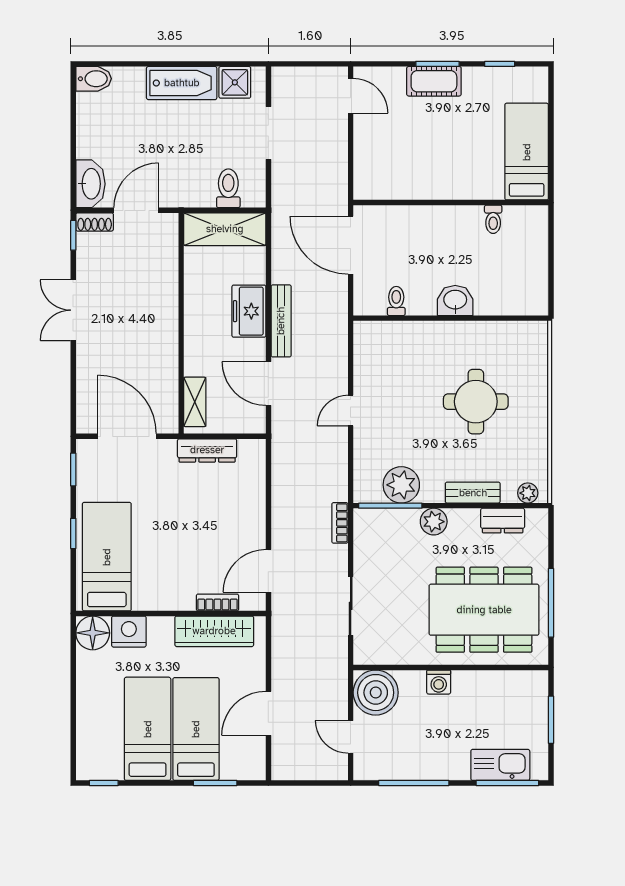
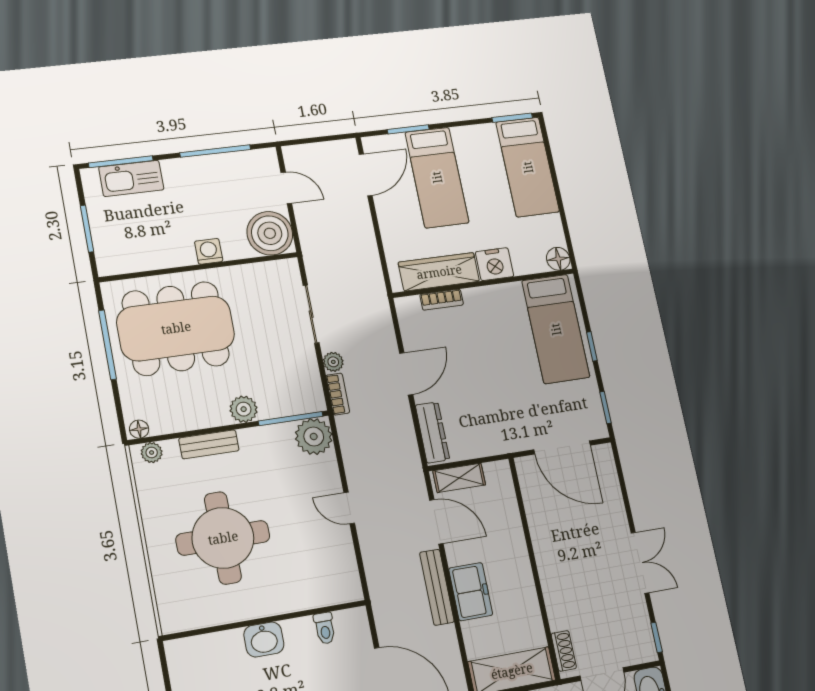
shoe rack: (95, 222) -> (564, 651), moved, turned 90
shelving: (195, 402) -> (459, 478), moved, turned 90
round table: (476, 402) -> (223, 538), width x1.36, depth x1.36
door: (351, 411) -> (349, 508), swing flipped
dresser: (207, 450) -> (432, 432), moved, turned 90
plant: (401, 485) -> (314, 436), moved
floor lamp: (536, 517) -> (139, 429), added
dresser: (503, 521) -> (173, 421), removed
plant: (338, 555) -> (333, 362), added
door: (268, 571) -> (406, 374), moved
nightstand: (129, 632) -> (495, 264), moved
floor lamp: (93, 633) -> (558, 259), width x0.73, depth x0.73
door: (268, 713) -> (366, 175), moved
bed: (148, 729) -> (528, 167), moved
window: (104, 783) -> (512, 118), width x1.50

